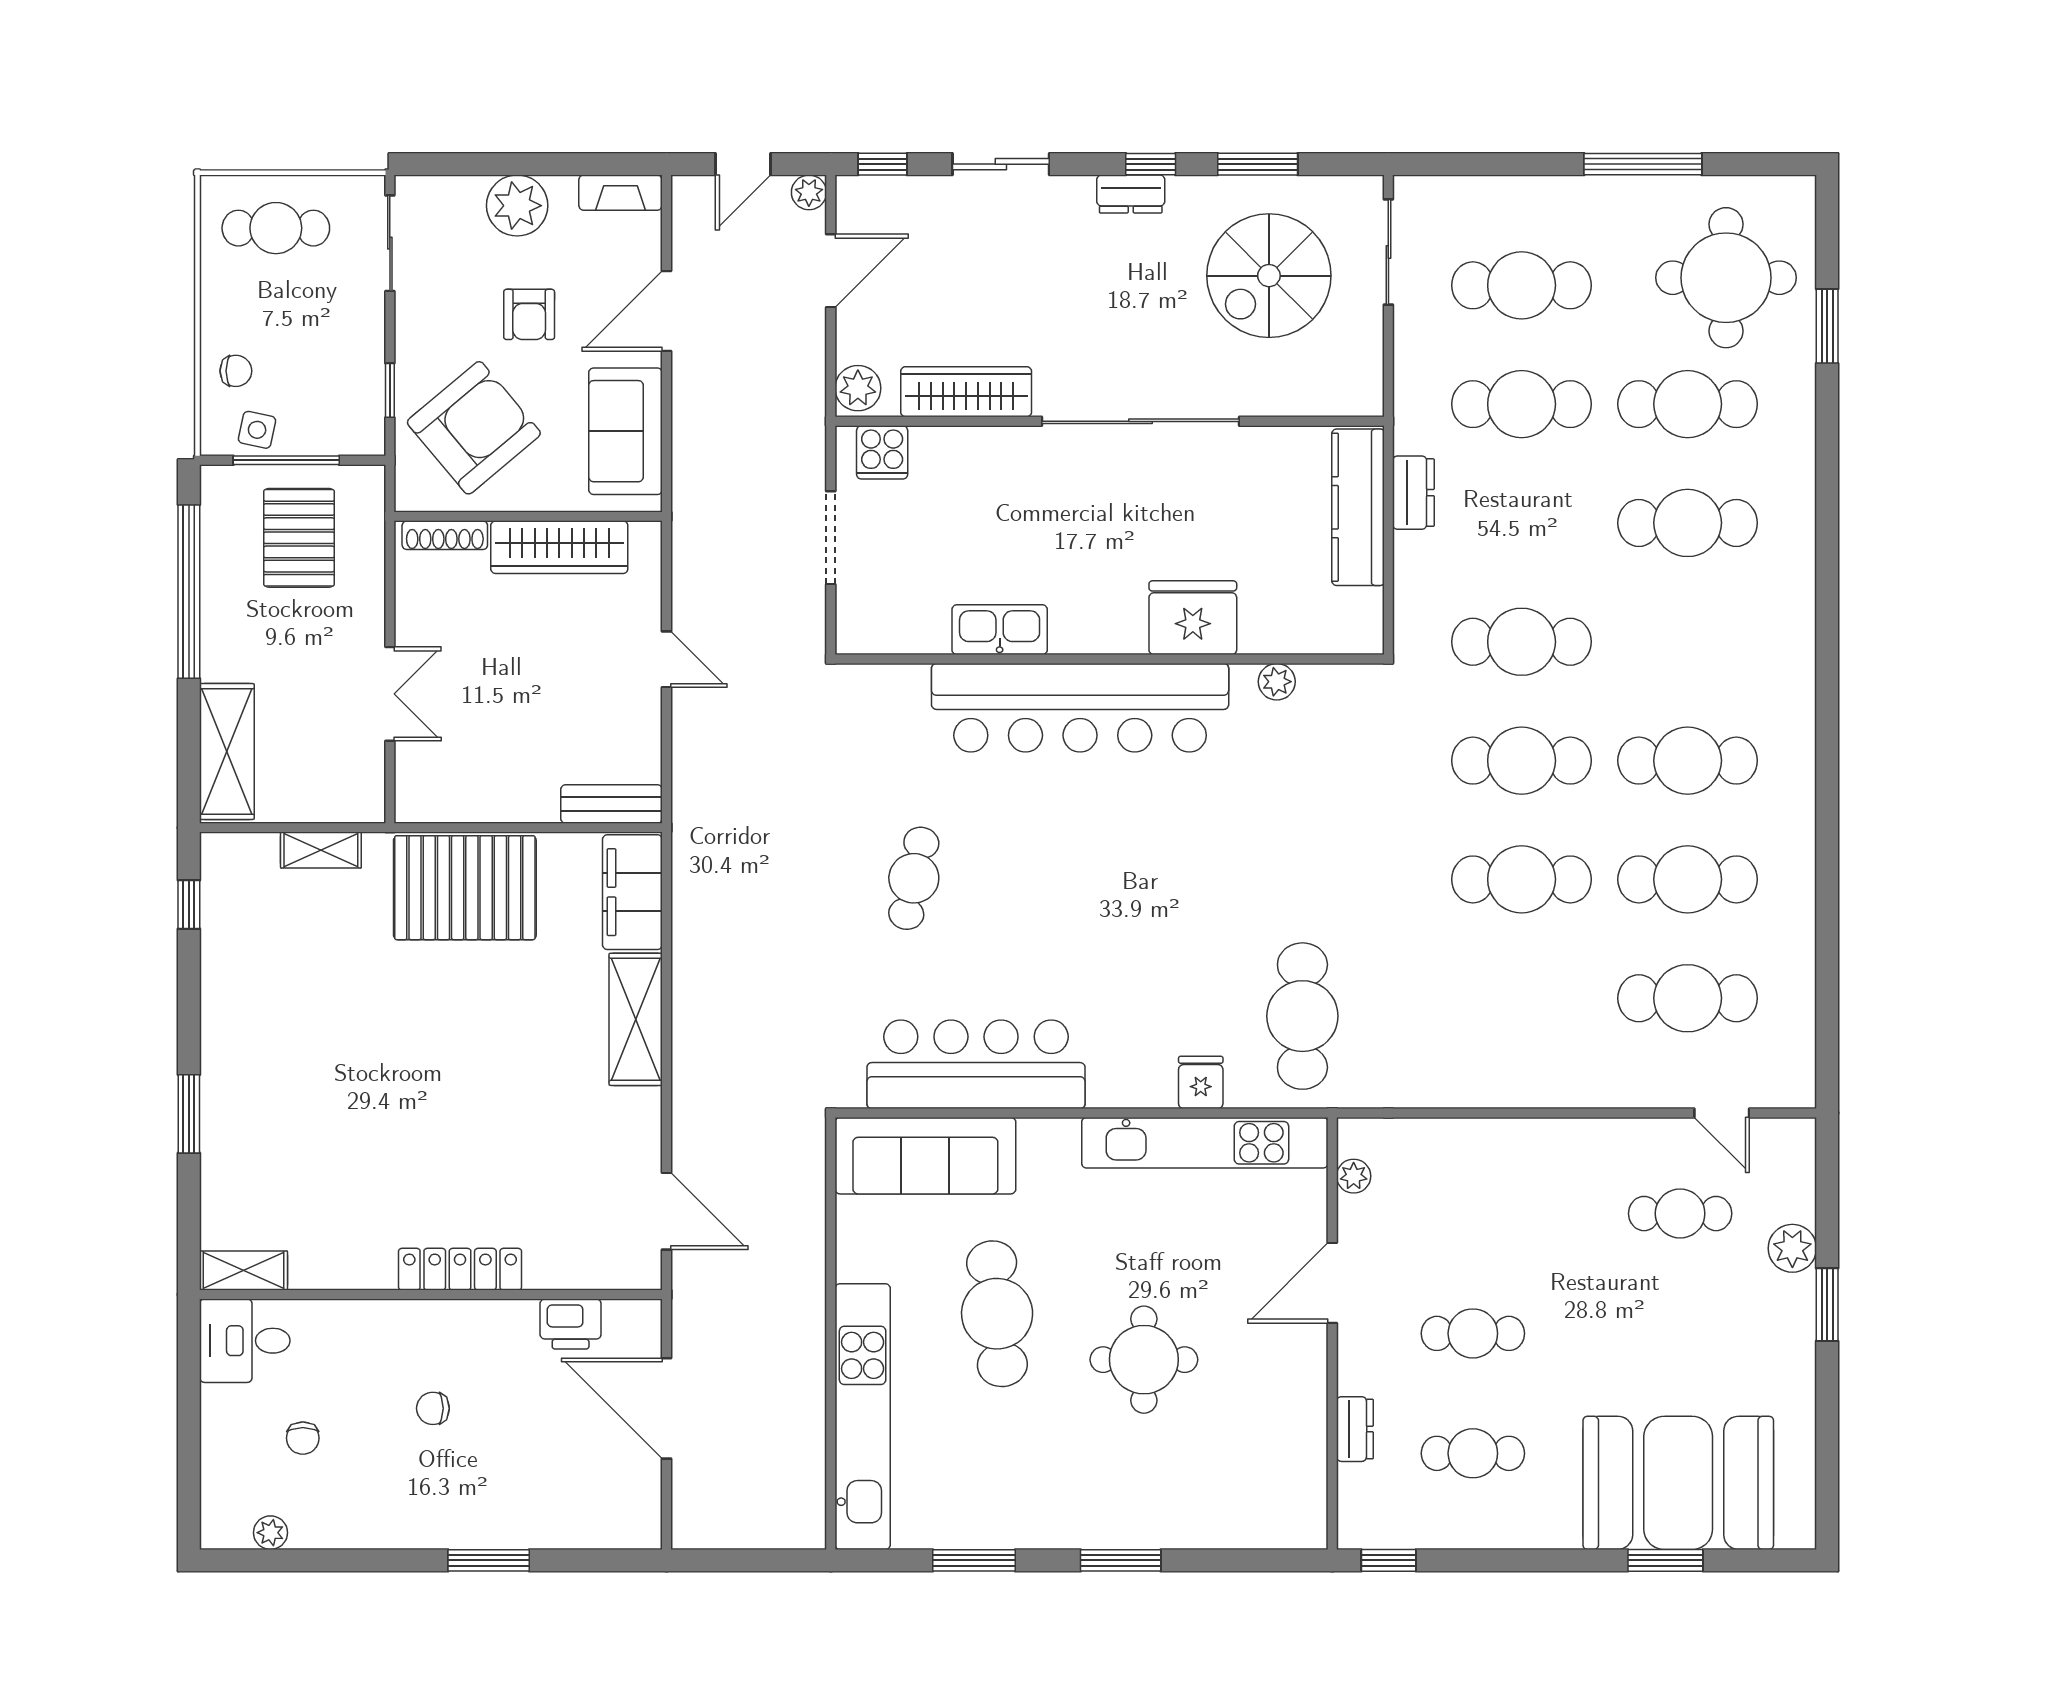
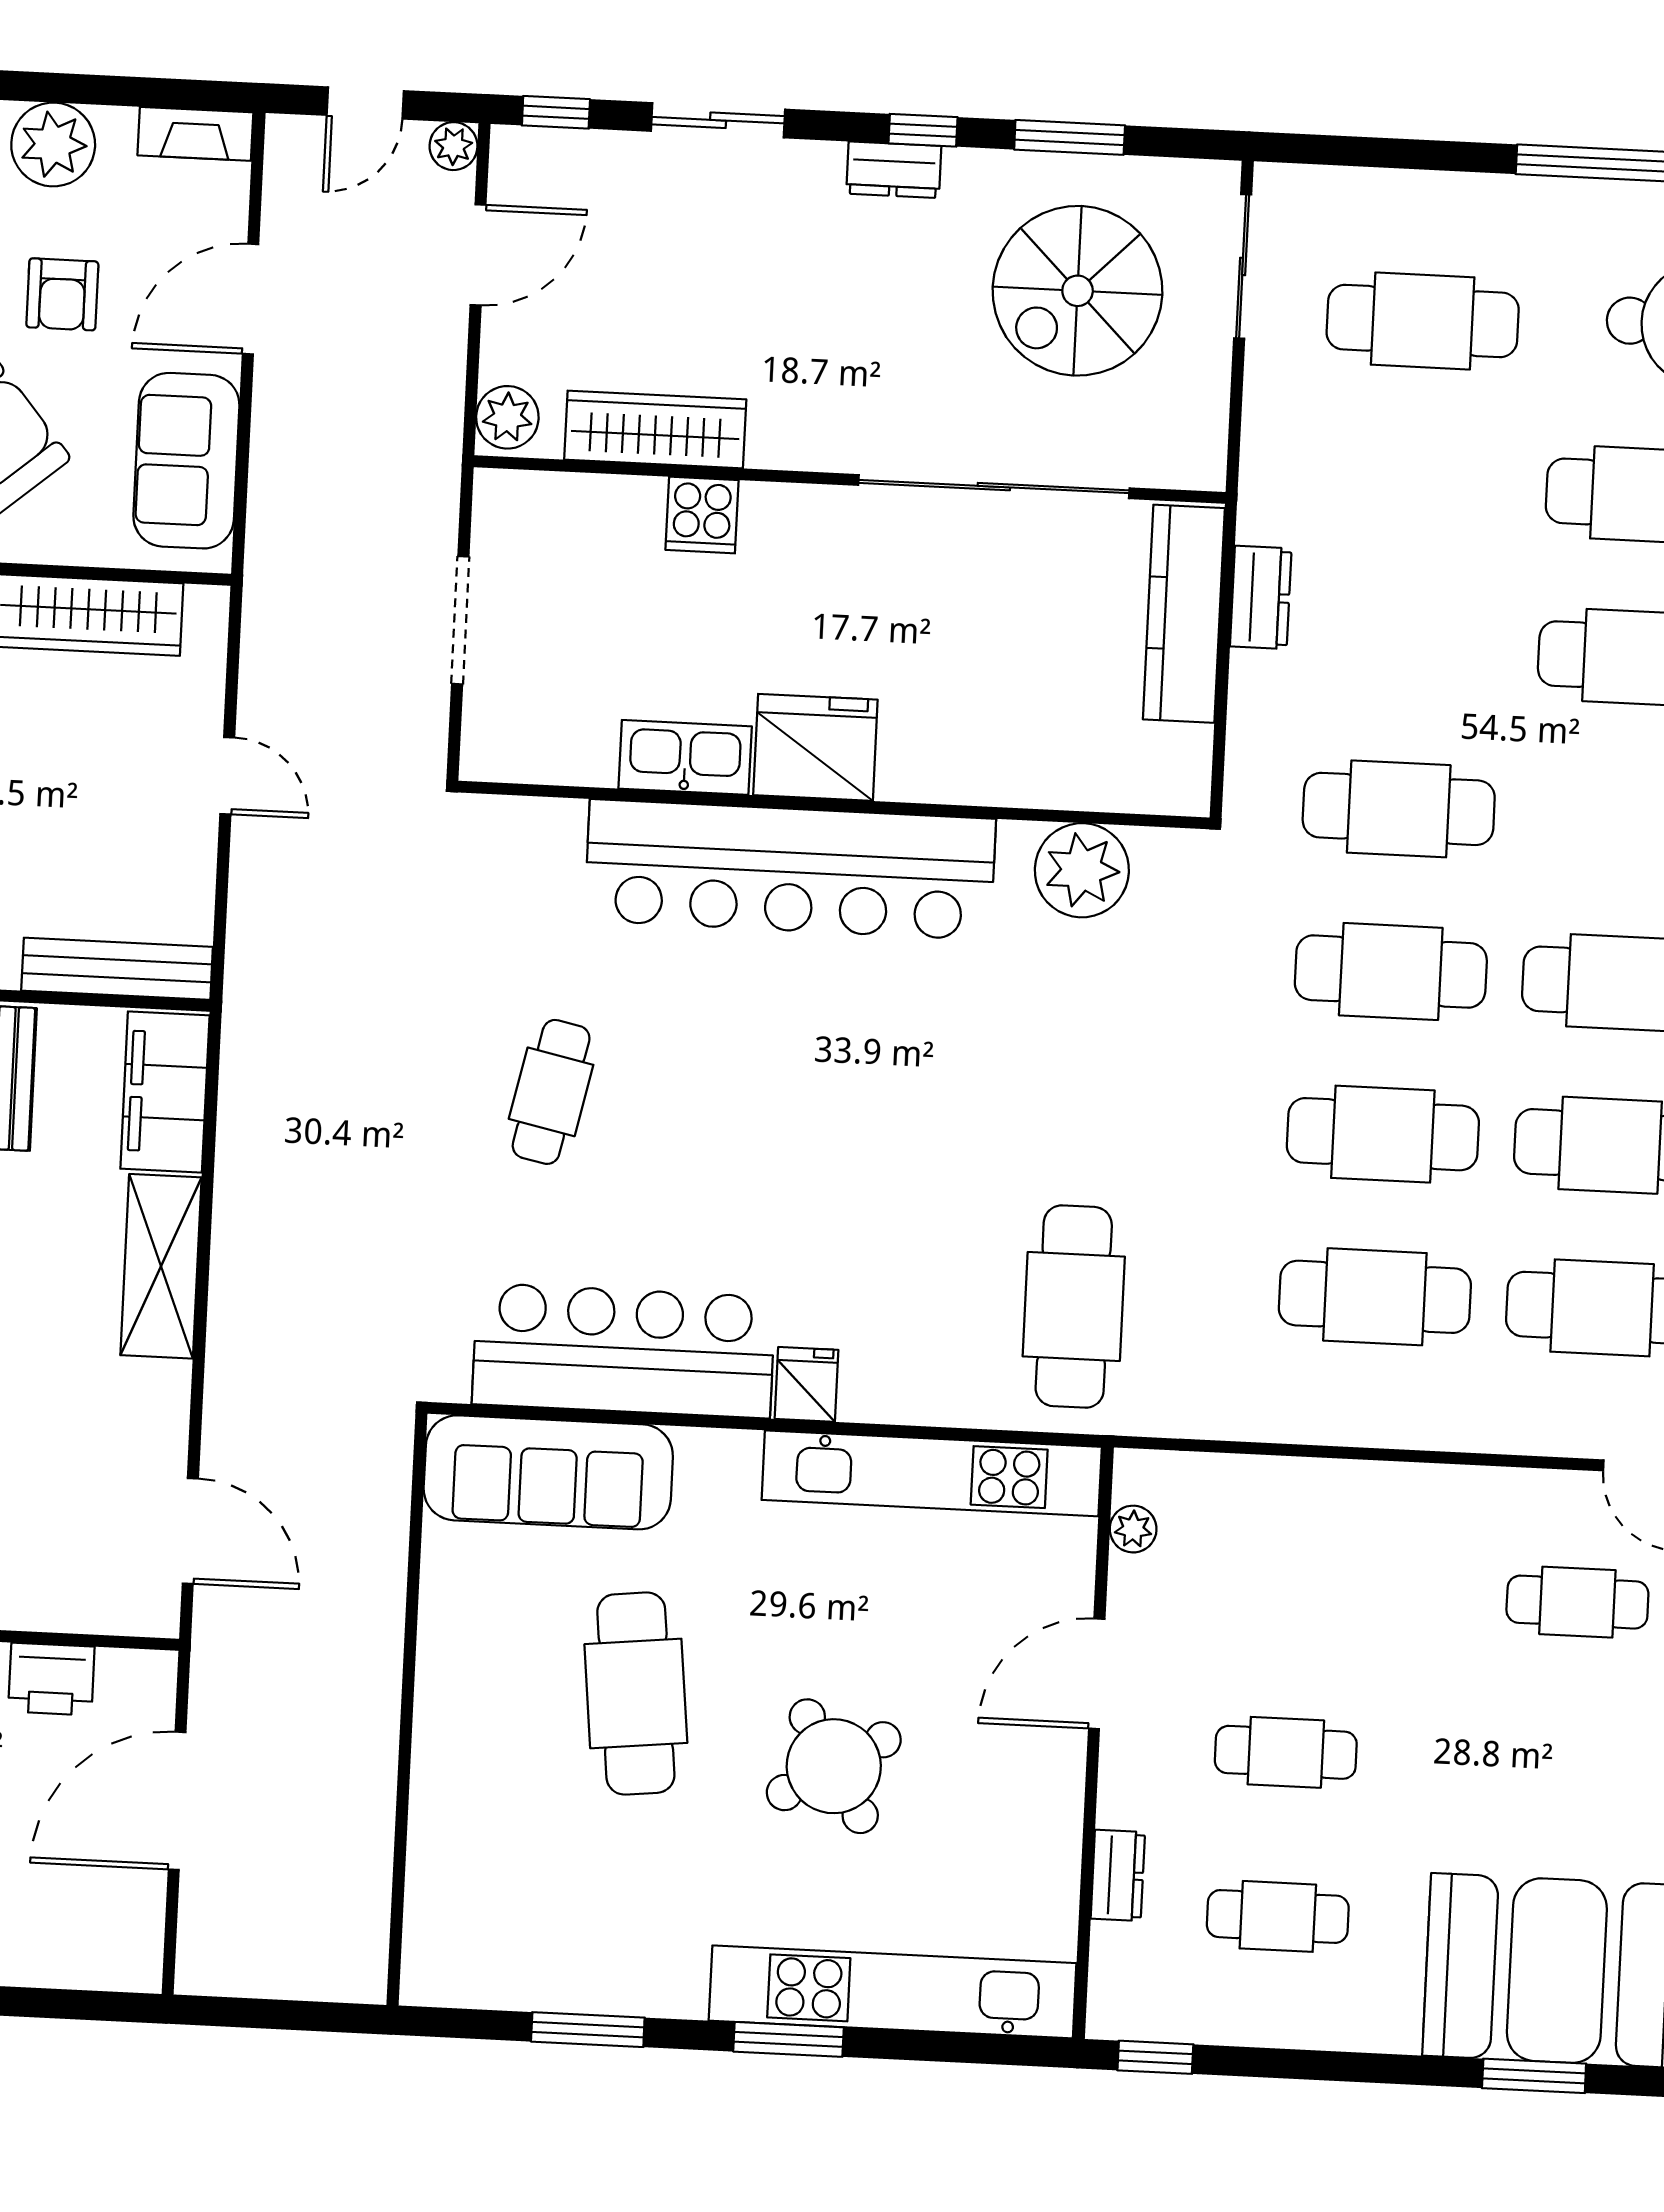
cafe table: (1522, 404) -> (1375, 1297), moved
sliding door: (1140, 421) -> (994, 487), moved
cooker: (882, 452) -> (702, 515), moved
fridge: (1193, 618) -> (815, 747), moved
plant: (1277, 682) -> (1082, 870), width x1.88, depth x1.88
bench: (612, 804) -> (117, 969), width x1.36
fridge: (1201, 1082) -> (807, 1384), moved
round table: (1144, 1360) -> (834, 1766), turned -31
door: (667, 1408) -> (177, 1801), hinge flipped
kitchen unit: (863, 1417) -> (893, 1992), moved, turned -90

